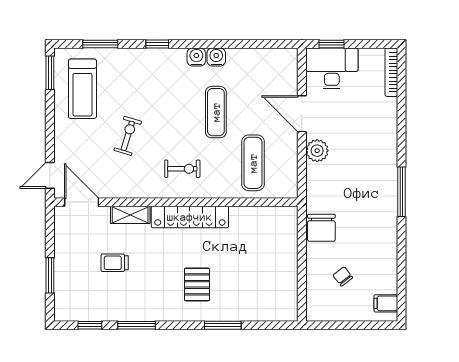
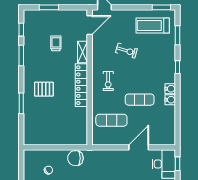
plant: (317, 151) -> (118, 156), removed

